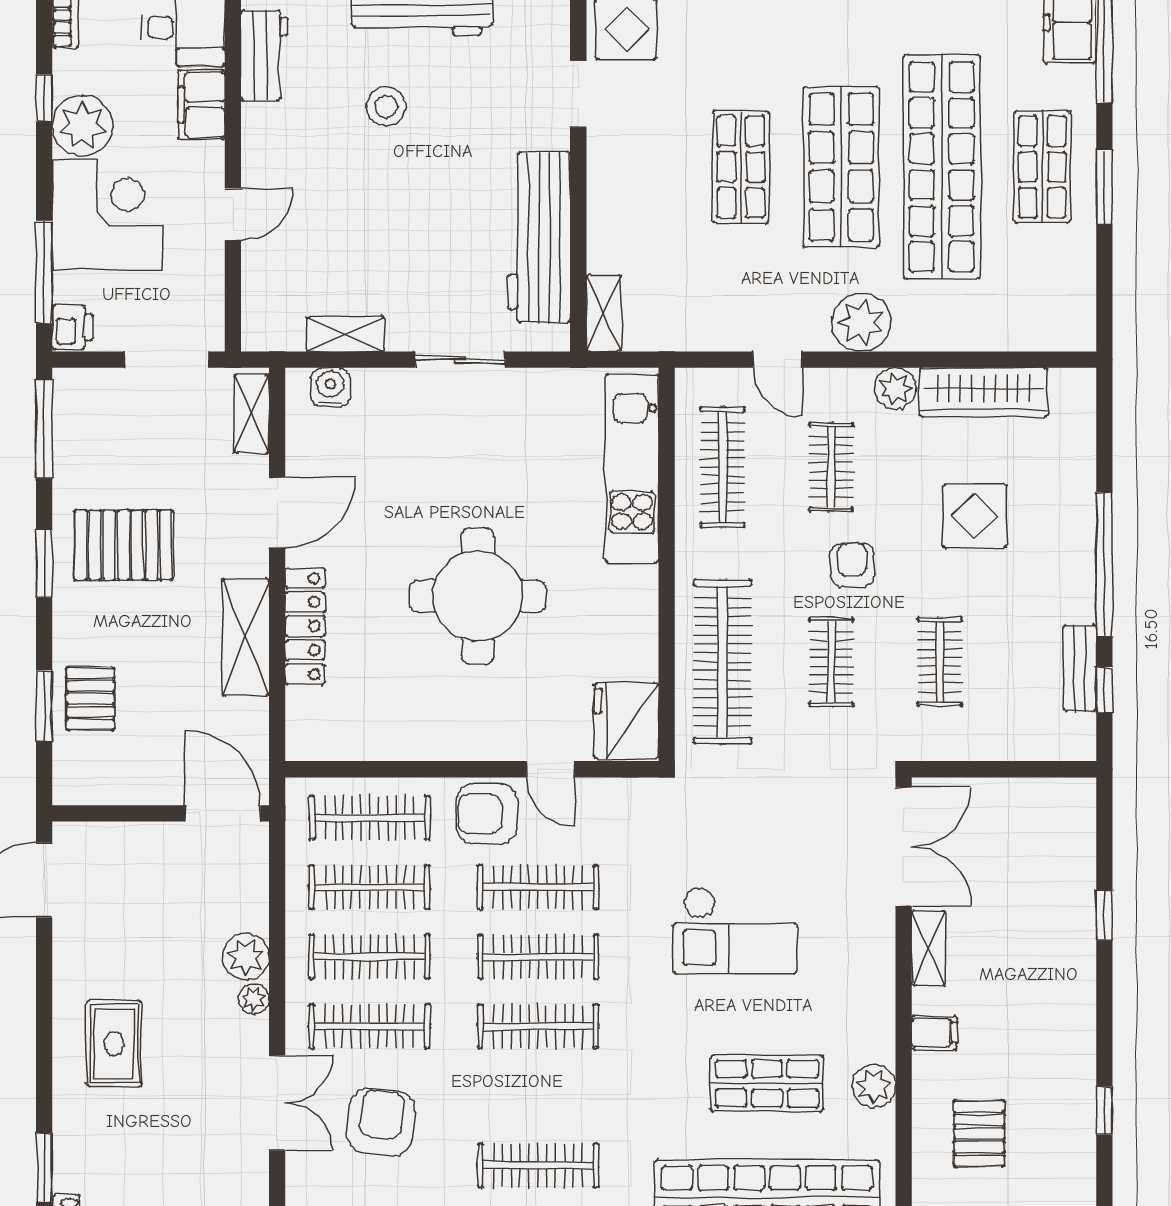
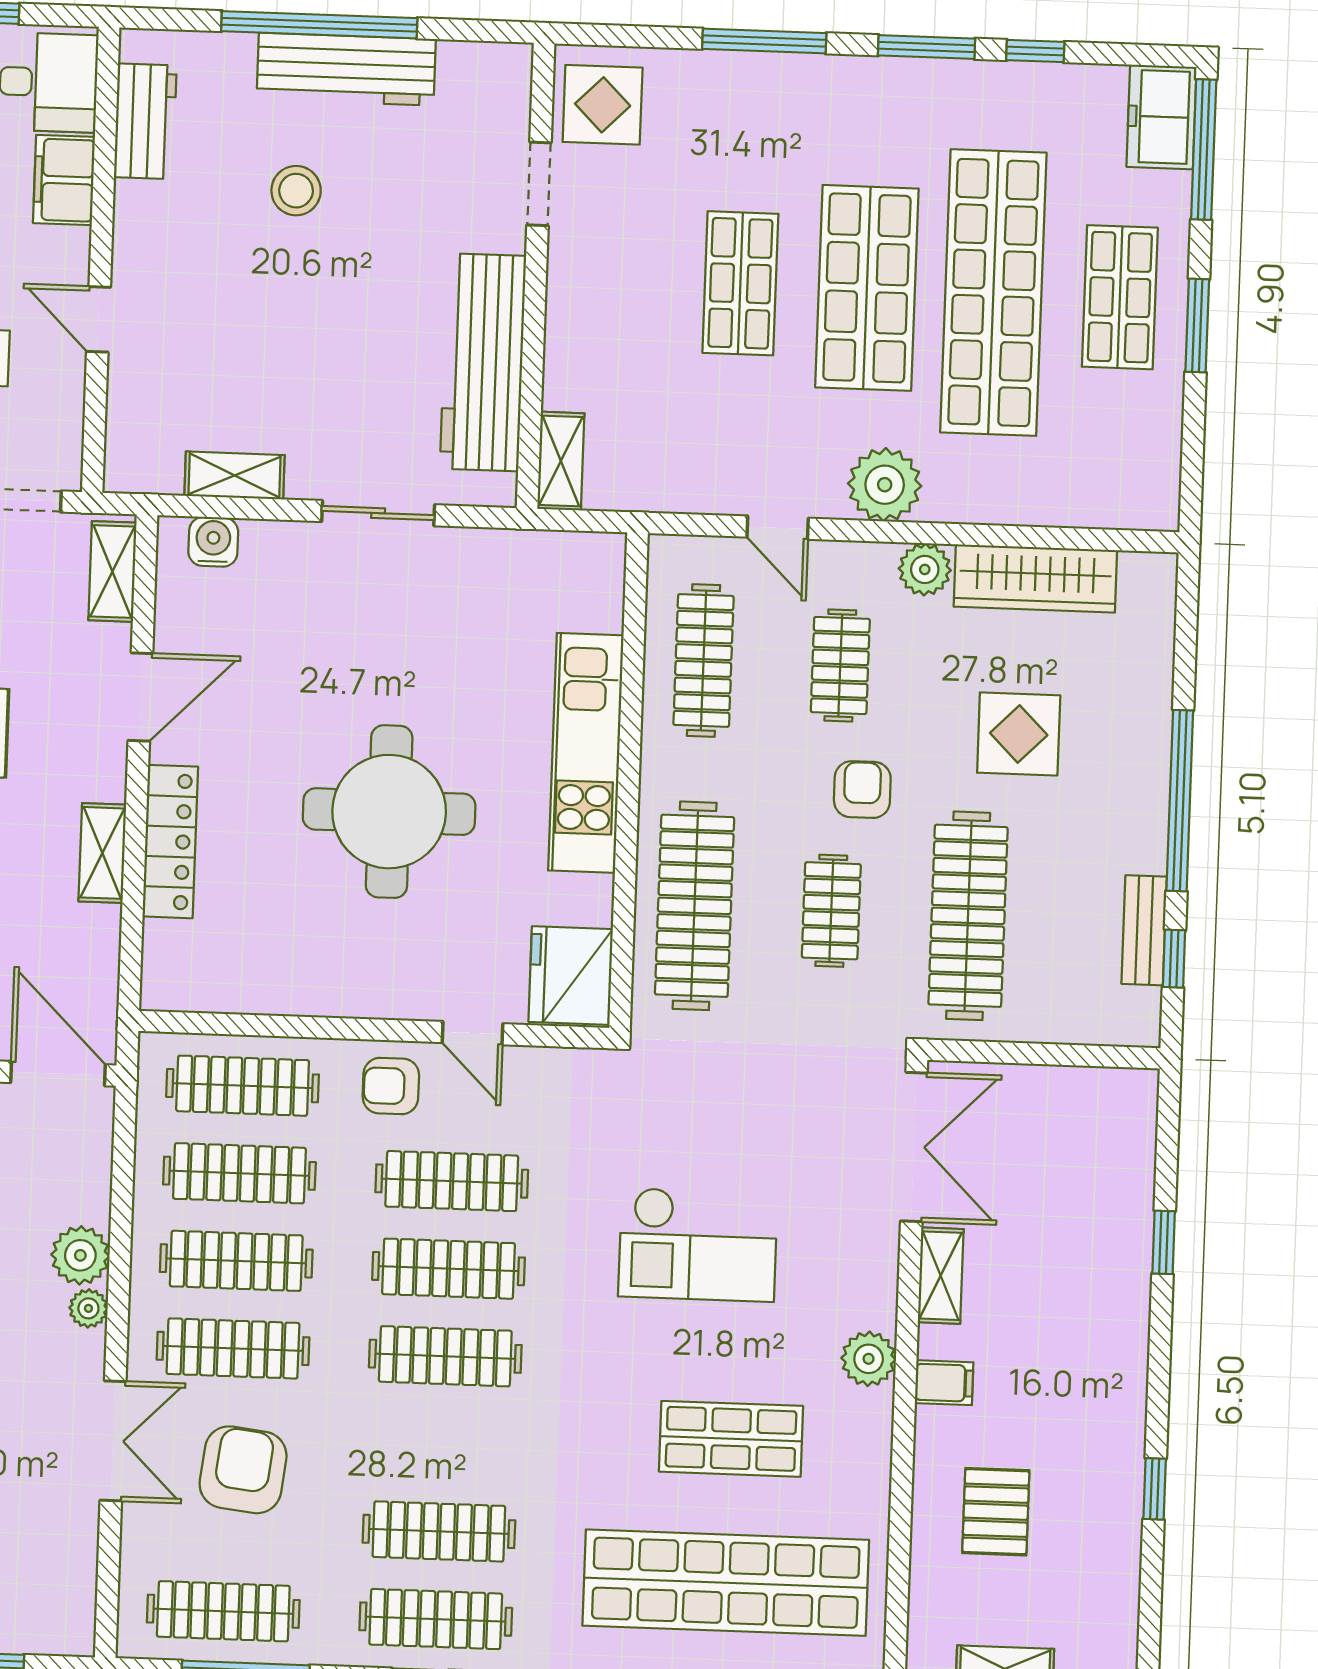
door: (233, 214) -> (98, 319), swing flipped
kitchen unit: (632, 469) -> (586, 753), moved
shelving: (246, 637) -> (102, 853), width x0.67, depth x0.75
clothes rail: (940, 662) -> (968, 916), width x1.86, depth x1.31
armchair: (487, 814) -> (391, 1086), width x0.72, depth x0.72
plant: (874, 1086) -> (869, 1359), moved

